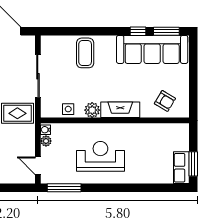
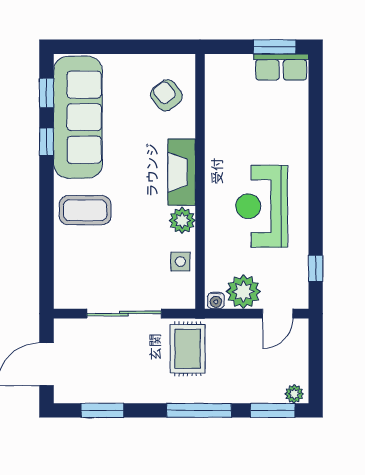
window: (166, 31) -> (47, 93), width x0.67
coffee table: (85, 53) -> (85, 210), moved
armchair: (165, 101) -> (166, 95), turned -69
plant: (46, 141) -> (243, 292), width x1.88, depth x1.88
window: (64, 188) -> (316, 269), width x0.46

